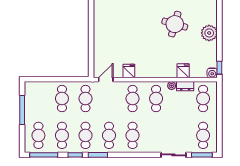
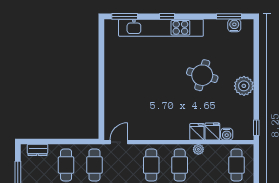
fridge: (129, 71) -> (197, 132), moved
water cooler: (212, 73) -> (227, 134), moved
dresser: (185, 86) -> (38, 150), moved

